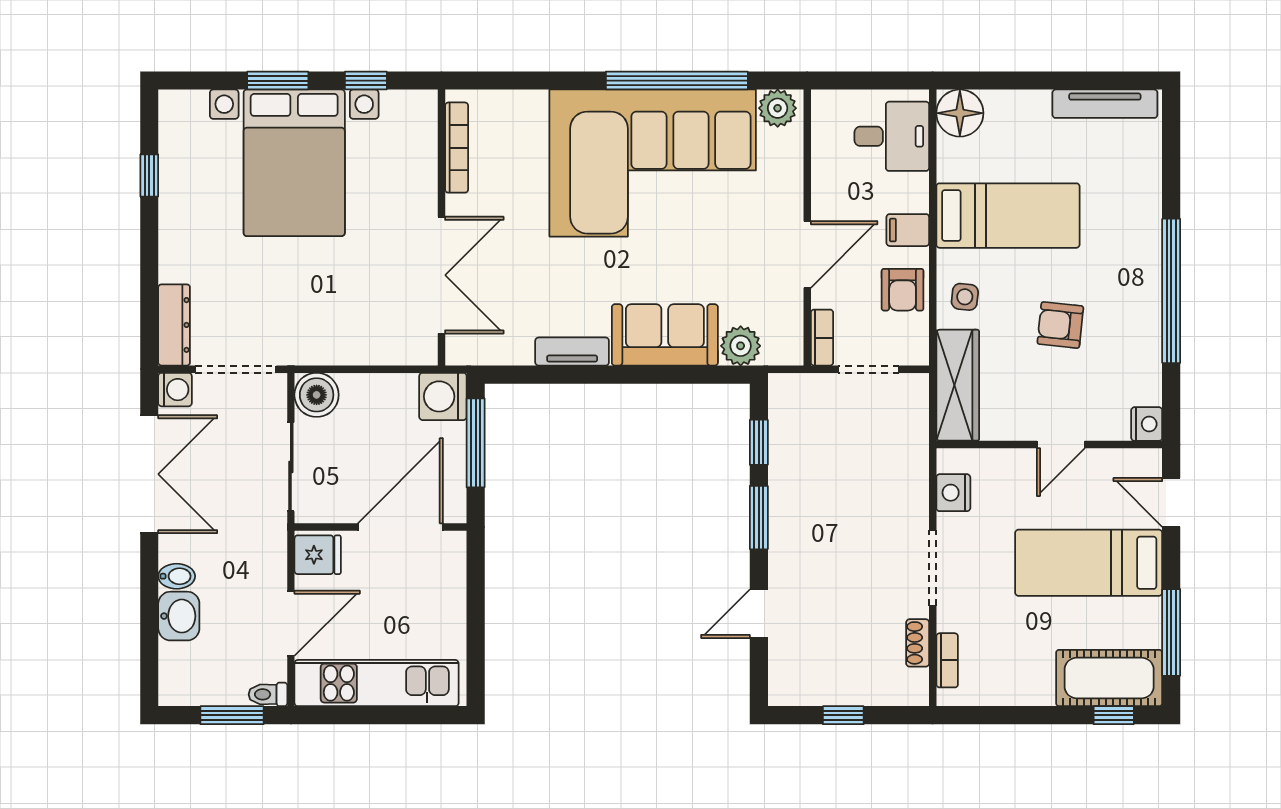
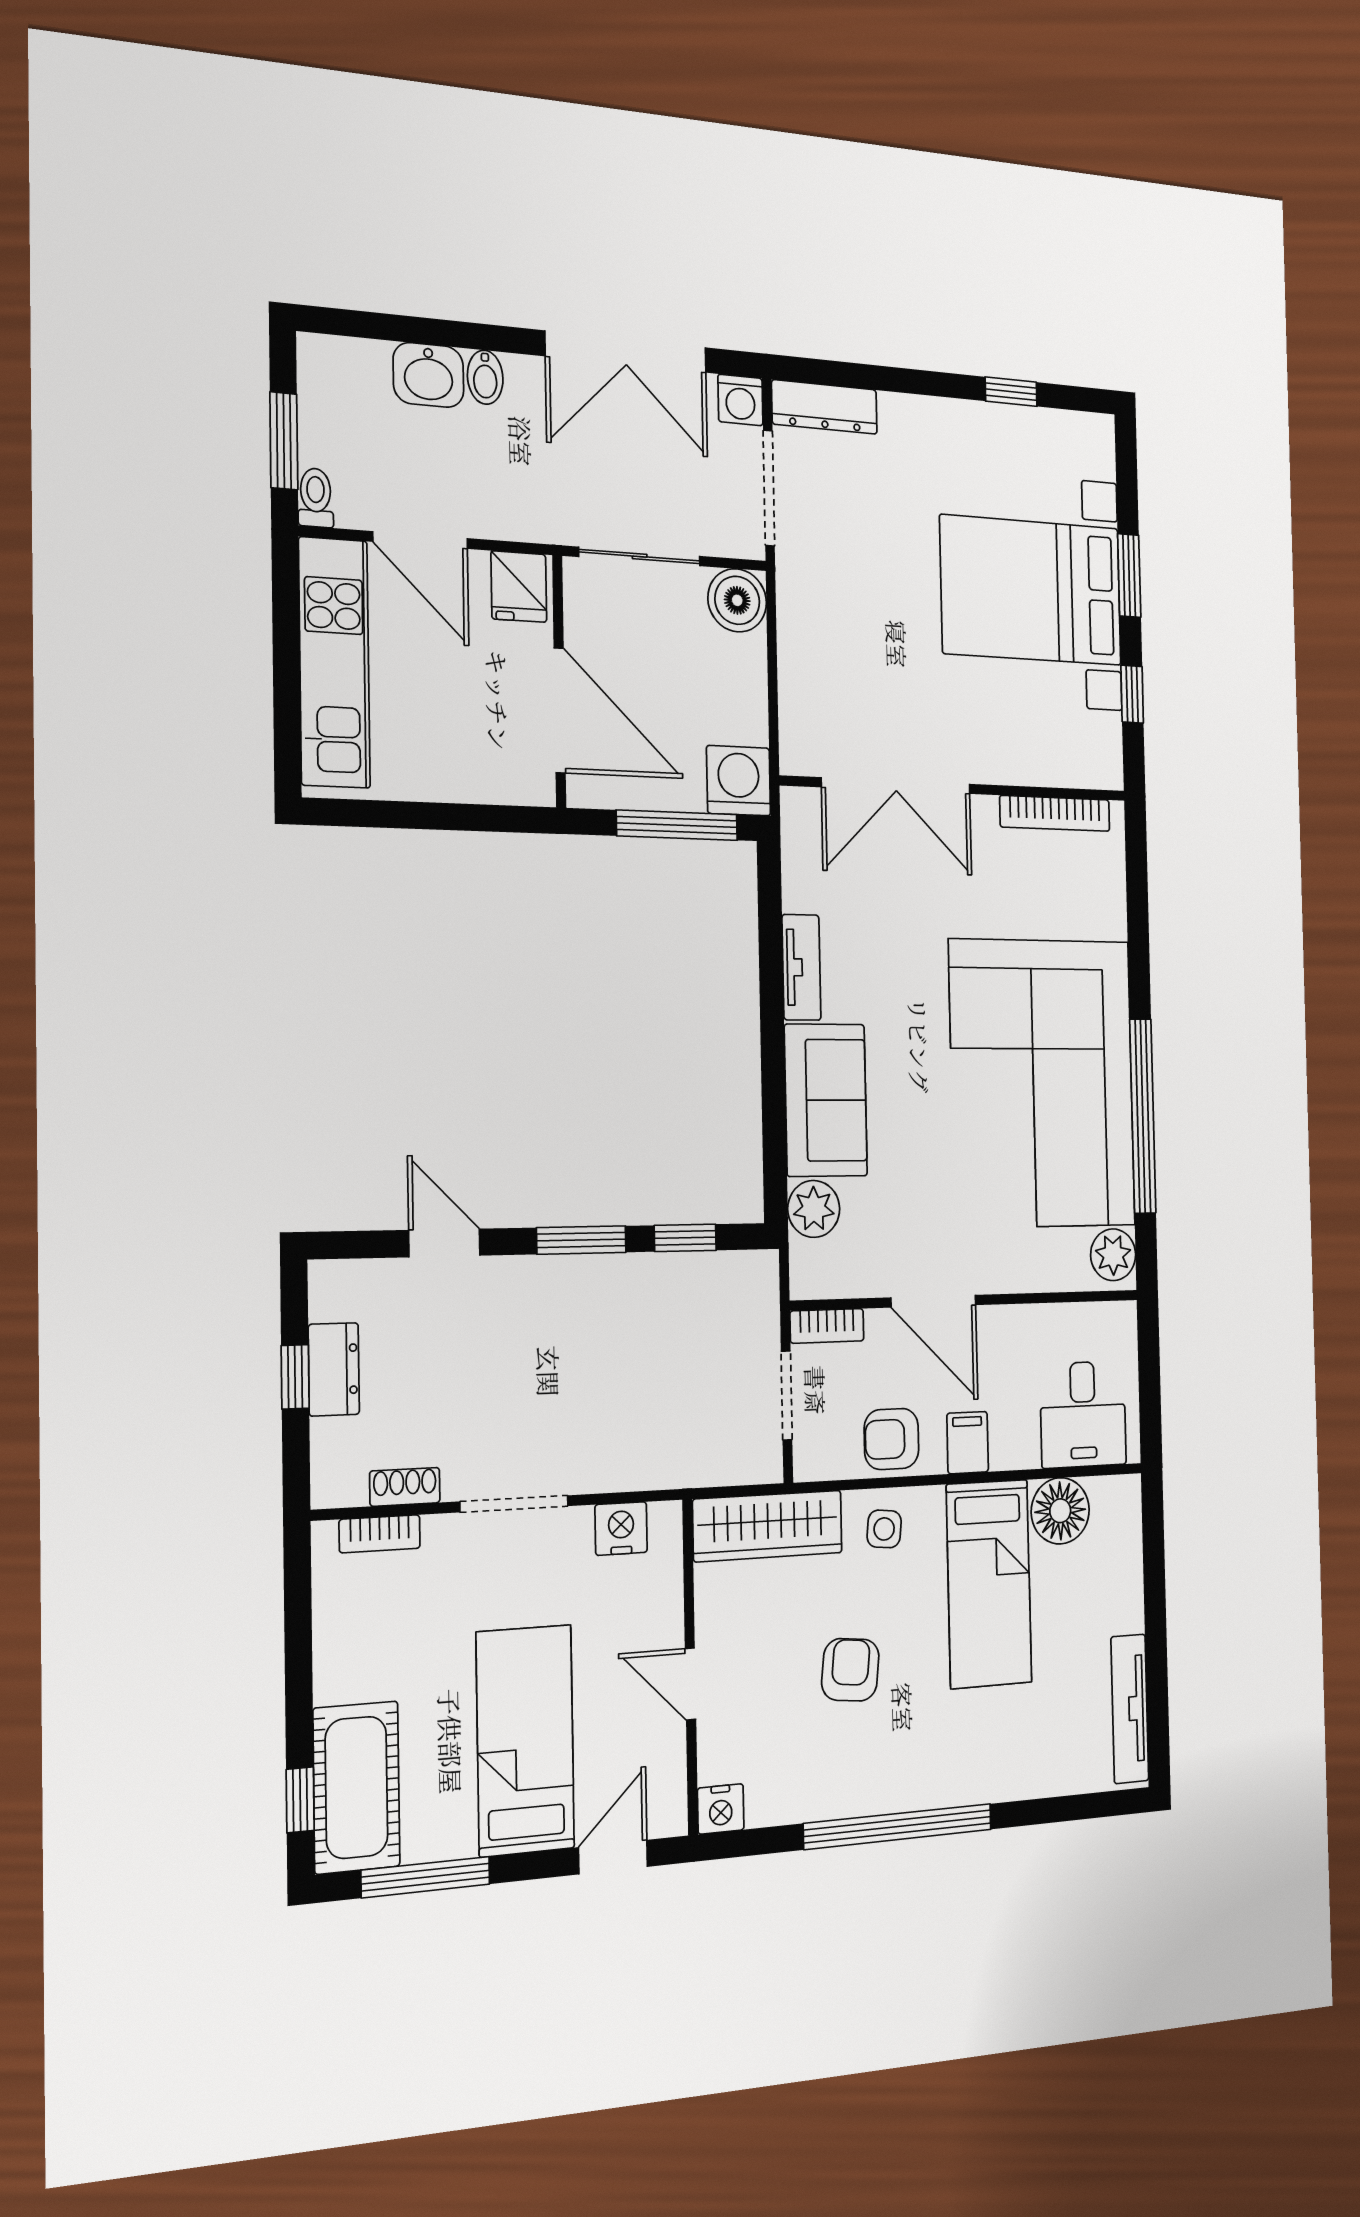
floor lamp: (960, 113) -> (1060, 1511), moved
dresser: (839, 690) -> (334, 1369), added

